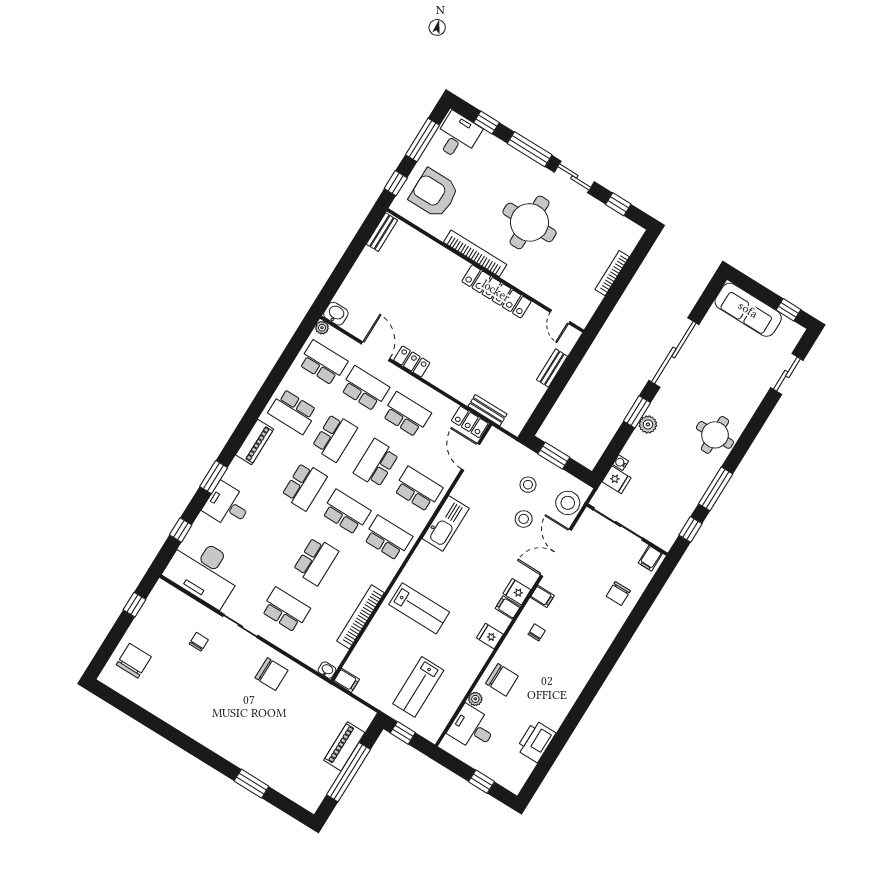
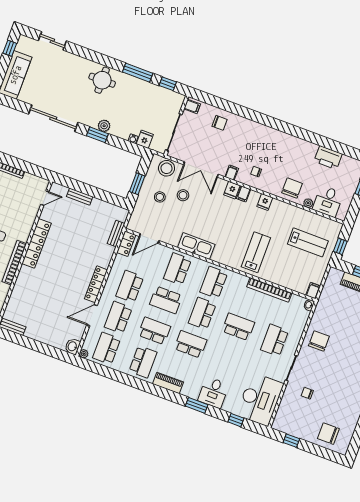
locker: (412, 361) -> (96, 284), width x1.53

